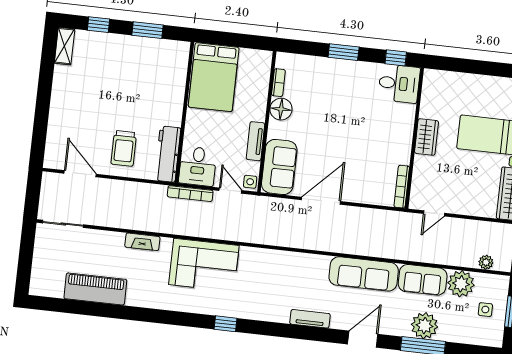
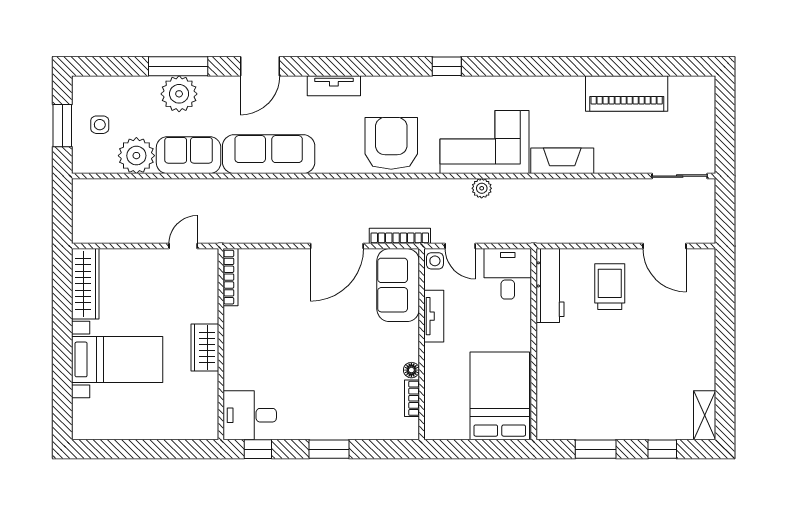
floor lamp: (281, 109) -> (411, 370), width x0.53, depth x0.53
bookcase: (190, 194) -> (400, 236), moved
fireplace: (142, 242) -> (562, 161), width x1.37, depth x1.32
plant: (486, 262) -> (482, 188), moved
armchair: (273, 272) -> (391, 143), added

